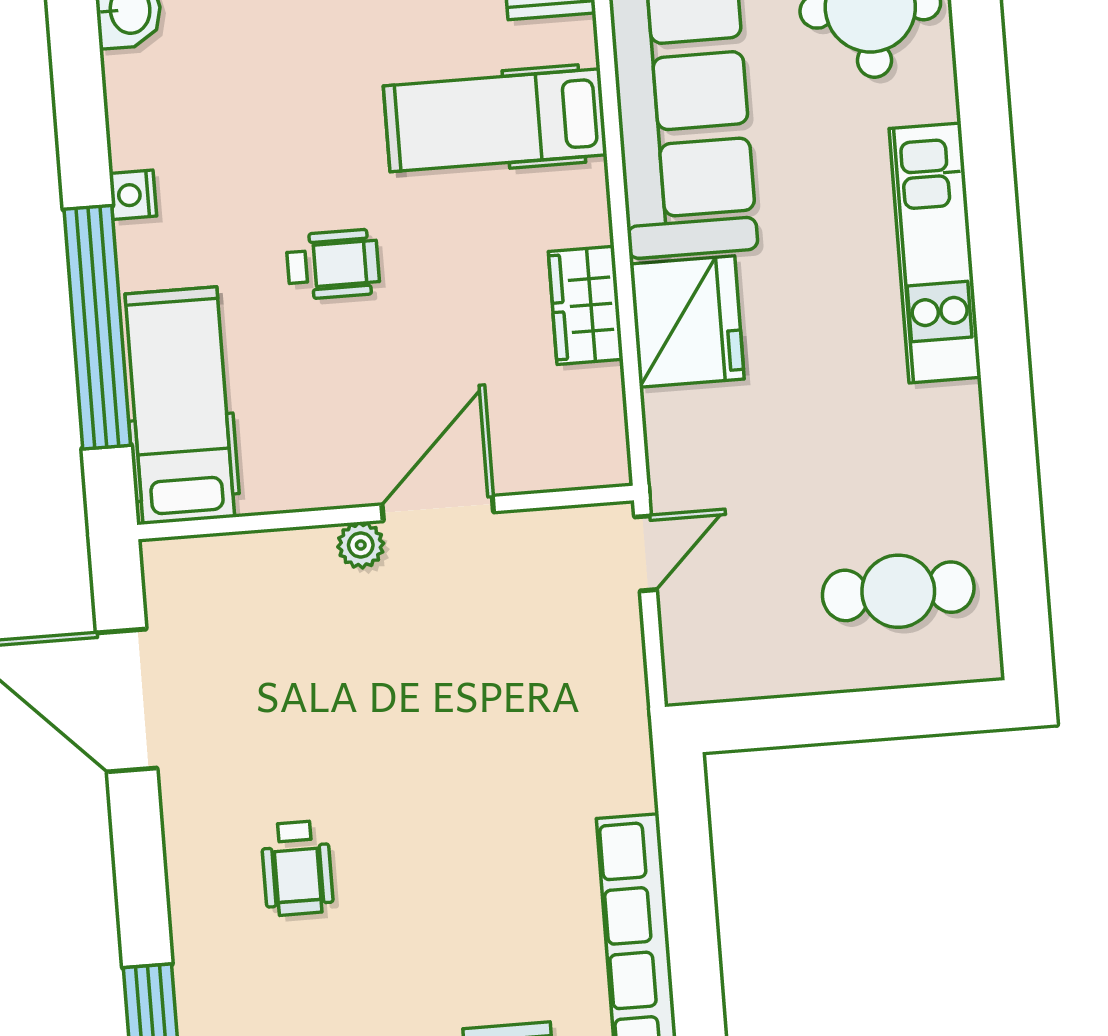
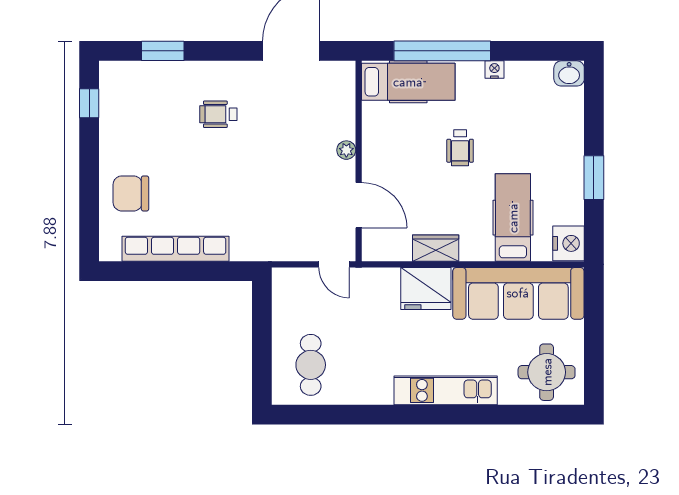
door: (438, 508) -> (359, 205), moved

